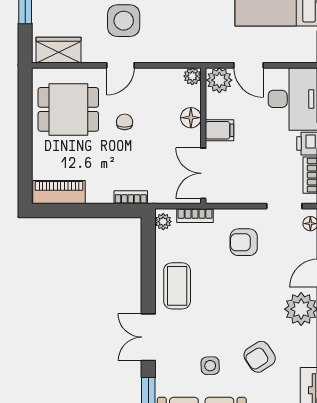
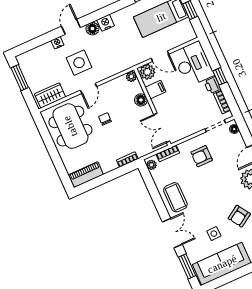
dining table: (68, 109) -> (70, 126), width x1.37
filing cabinet: (220, 130) -> (156, 90), moved
double door: (148, 337) -> (172, 233), swing flipped

